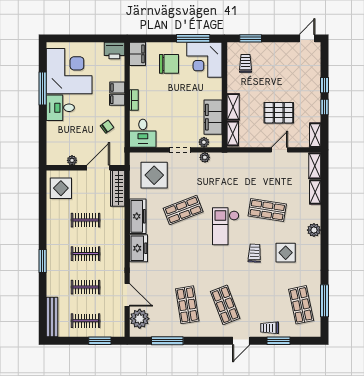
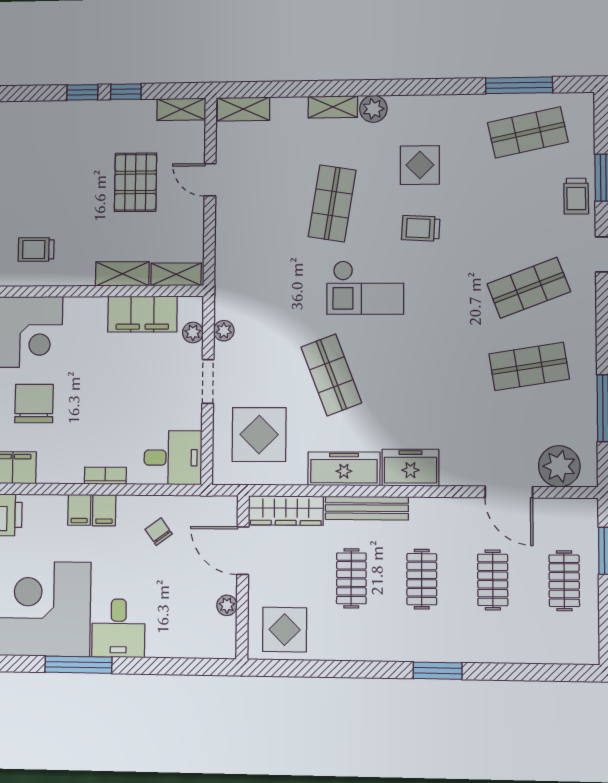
shelving: (315, 192) -> (333, 107), moved
door: (127, 295) -> (509, 492), swing flipped
bench: (52, 317) -> (367, 508), moved

